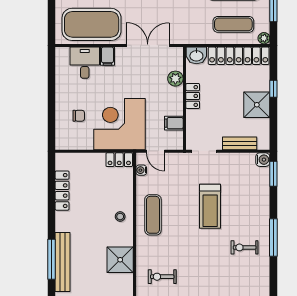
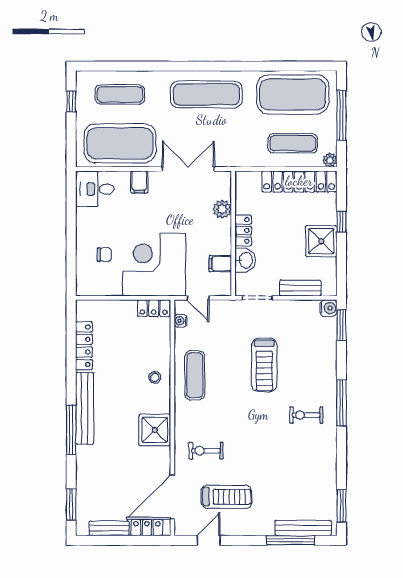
washbasin: (196, 55) -> (245, 260), moved, turned -90
desk: (85, 63) -> (95, 189), moved, turned -90
bench: (63, 262) -> (85, 408), moved

